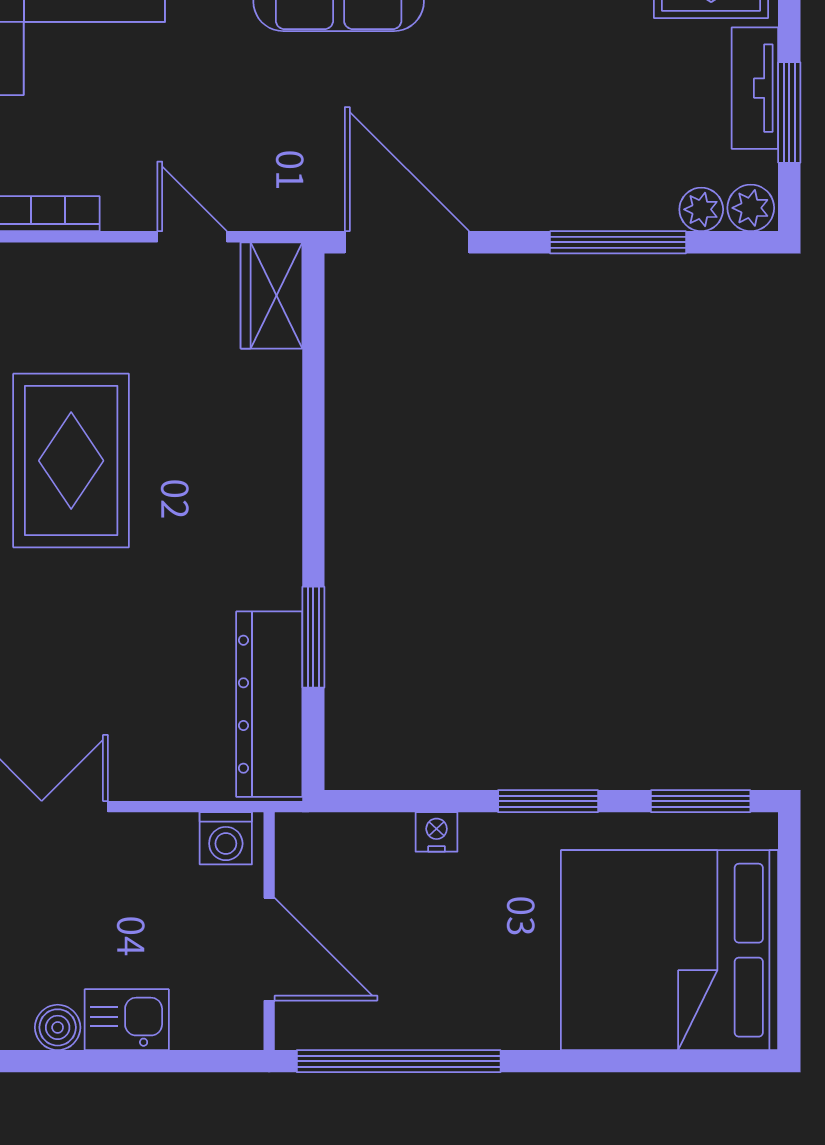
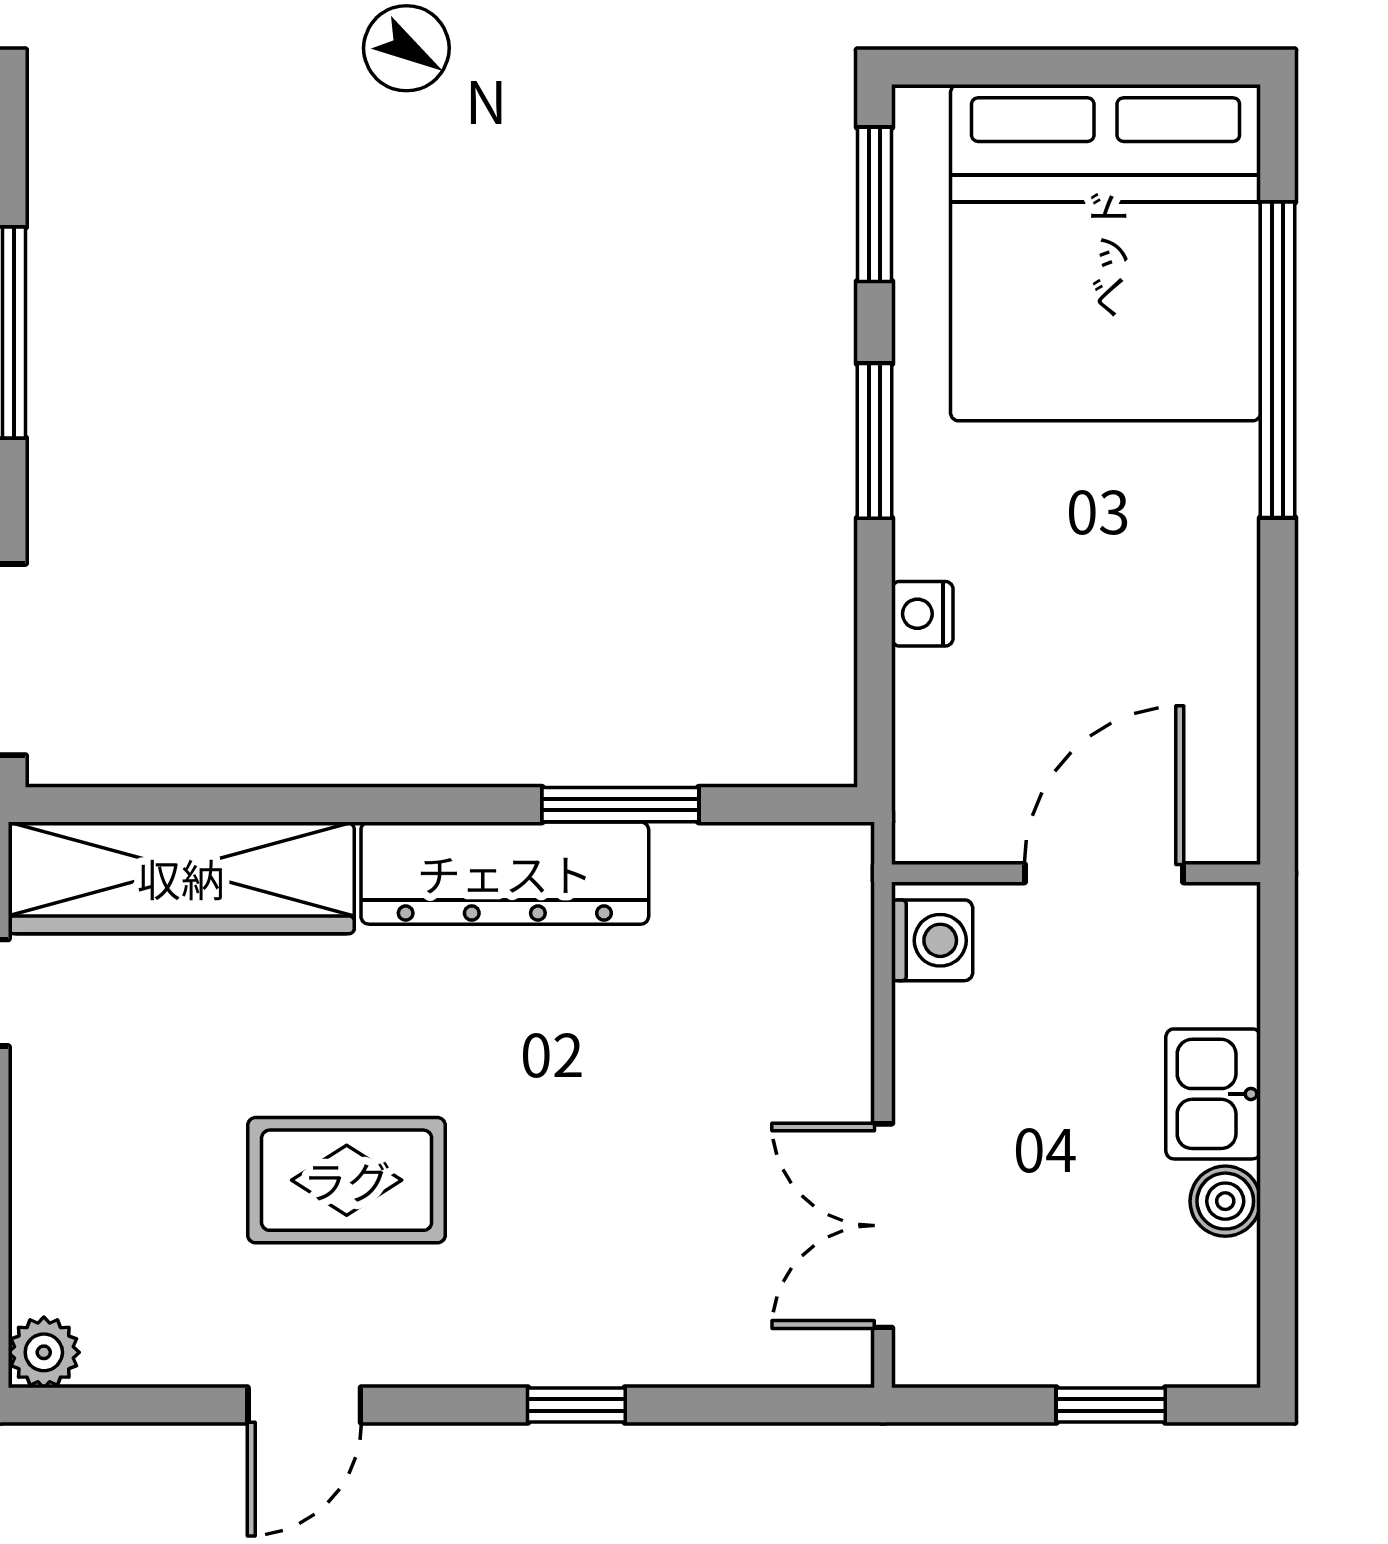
wardrobe: (271, 295) -> (181, 878), width x2.10, depth x1.17
rug: (71, 461) -> (347, 1180), width x0.73, depth x0.70
dresser: (269, 704) -> (505, 873), moved
window: (399, 1061) -> (1278, 360), moved

